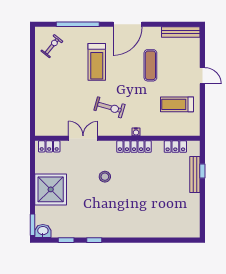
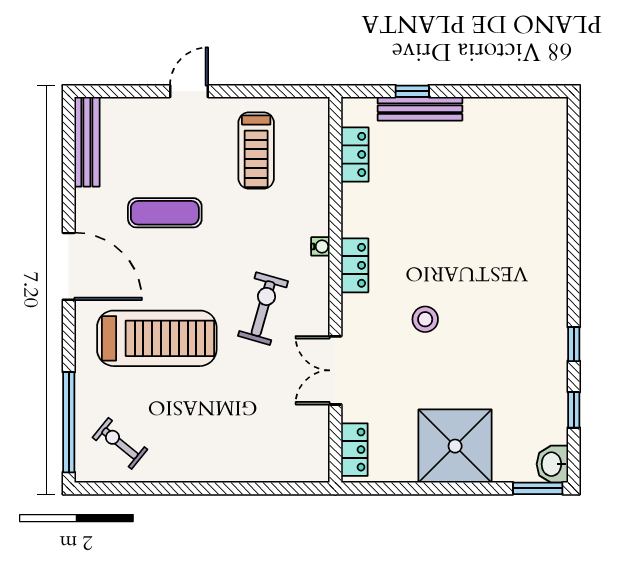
window: (78, 24) -> (69, 422), moved
treadmill: (97, 62) -> (157, 338), width x1.37, depth x1.38
locker: (134, 147) -> (355, 265), width x0.66

